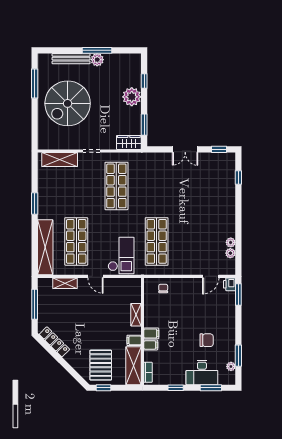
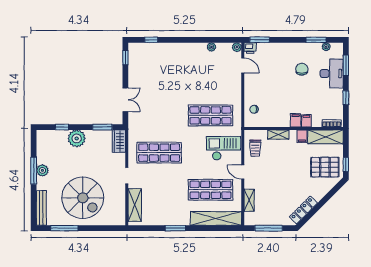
bench: (71, 59) -> (41, 208), moved
double door: (185, 149) -> (125, 100), moved
plant: (230, 253) -> (237, 47), moved
door: (95, 276) -> (243, 172), swing flipped
trolley: (121, 290) -> (255, 148), added

